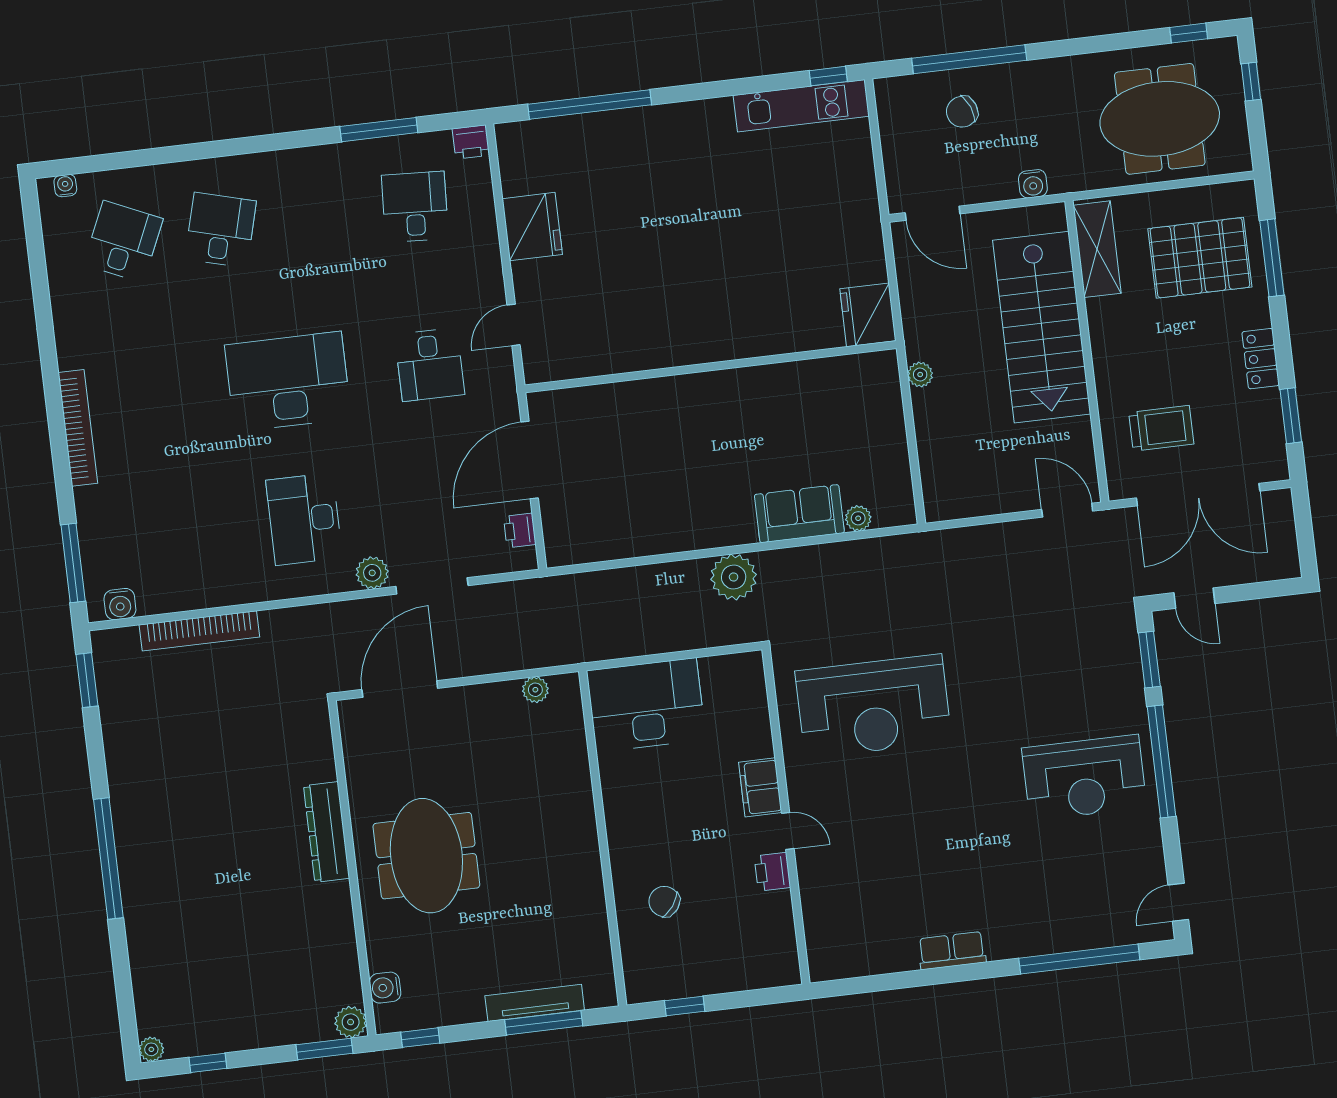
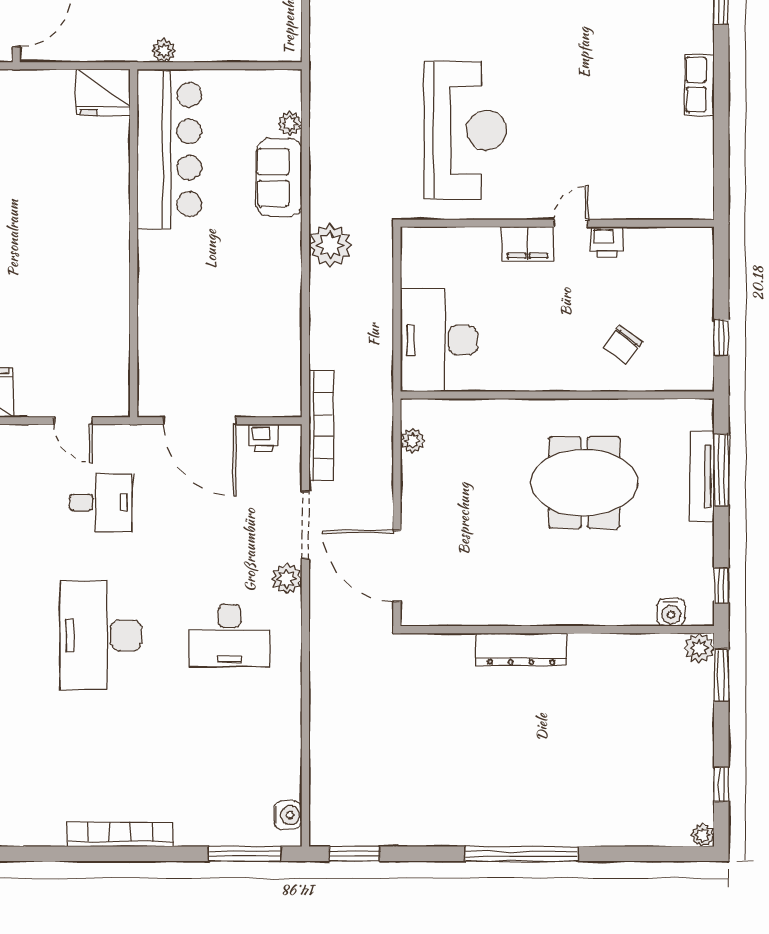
bar counter: (815, 393) -> (169, 149), added
bookcase: (199, 631) -> (321, 426), moved
meeting table: (426, 856) -> (584, 483), moved

